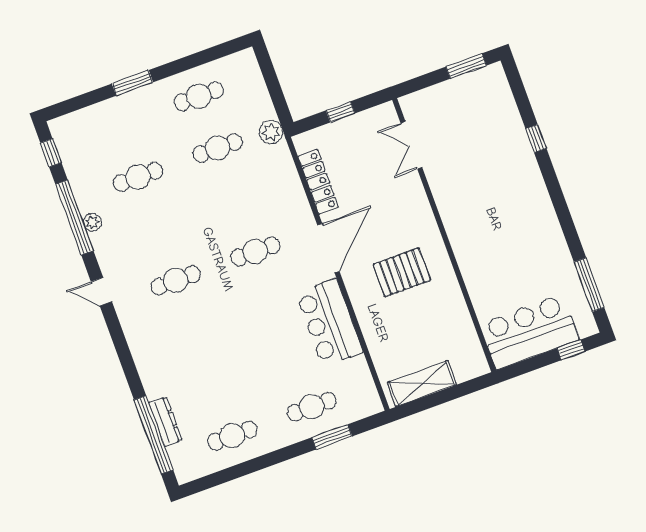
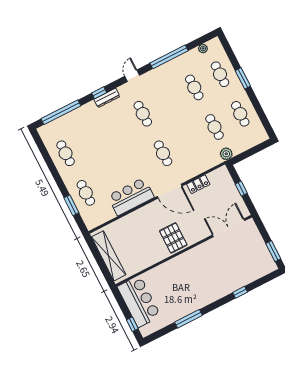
cafe table: (119, 125) -> (220, 74), added
double door: (411, 145) -> (229, 228), width x1.37
window: (51, 153) -> (99, 93), moved
locker: (318, 182) -> (198, 184), width x0.66
plant: (92, 222) -> (203, 48), moved
pallet: (402, 272) -> (173, 238), moved
window: (589, 285) -> (188, 319), moved
shelving: (422, 384) -> (109, 256), width x1.47
dresser: (165, 422) -> (107, 98), moved

